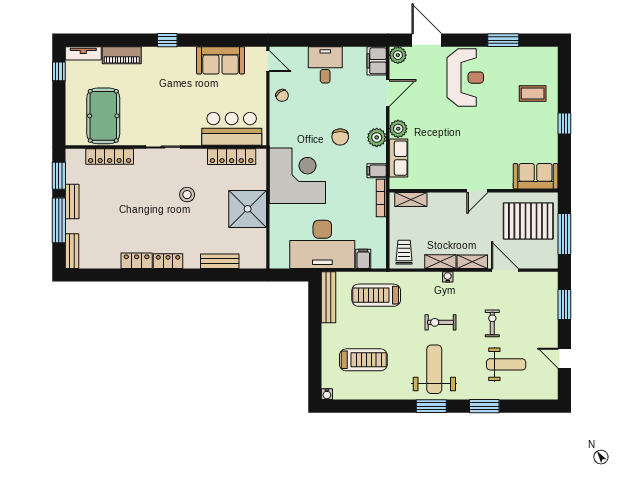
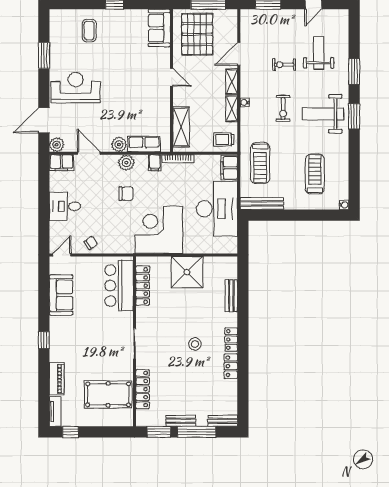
stool: (187, 195) -> (195, 344), moved
shelving: (411, 200) -> (181, 127), width x1.50, depth x1.33
filing cabinet: (363, 259) -> (229, 168), width x2.00

